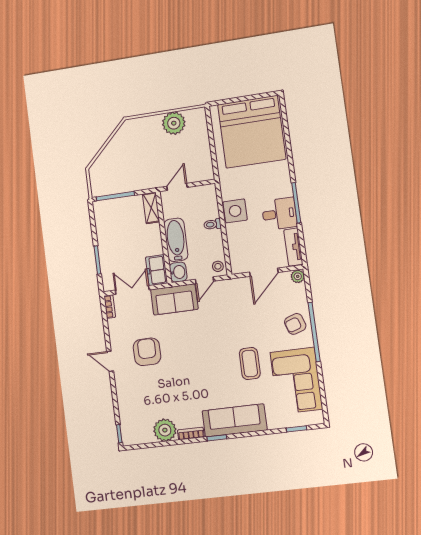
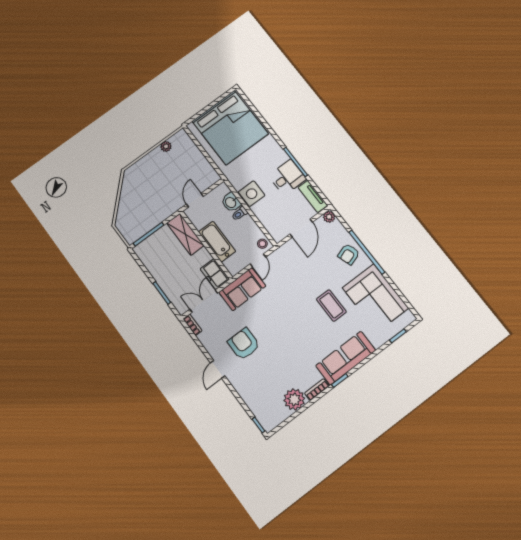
plant: (174, 123) -> (166, 146), width x0.53, depth x0.53
shelving: (151, 208) -> (185, 234), width x1.50, depth x1.33
washbasin: (178, 272) -> (231, 202), moved, turned 180
door: (110, 361) -> (218, 369), hinge flipped

